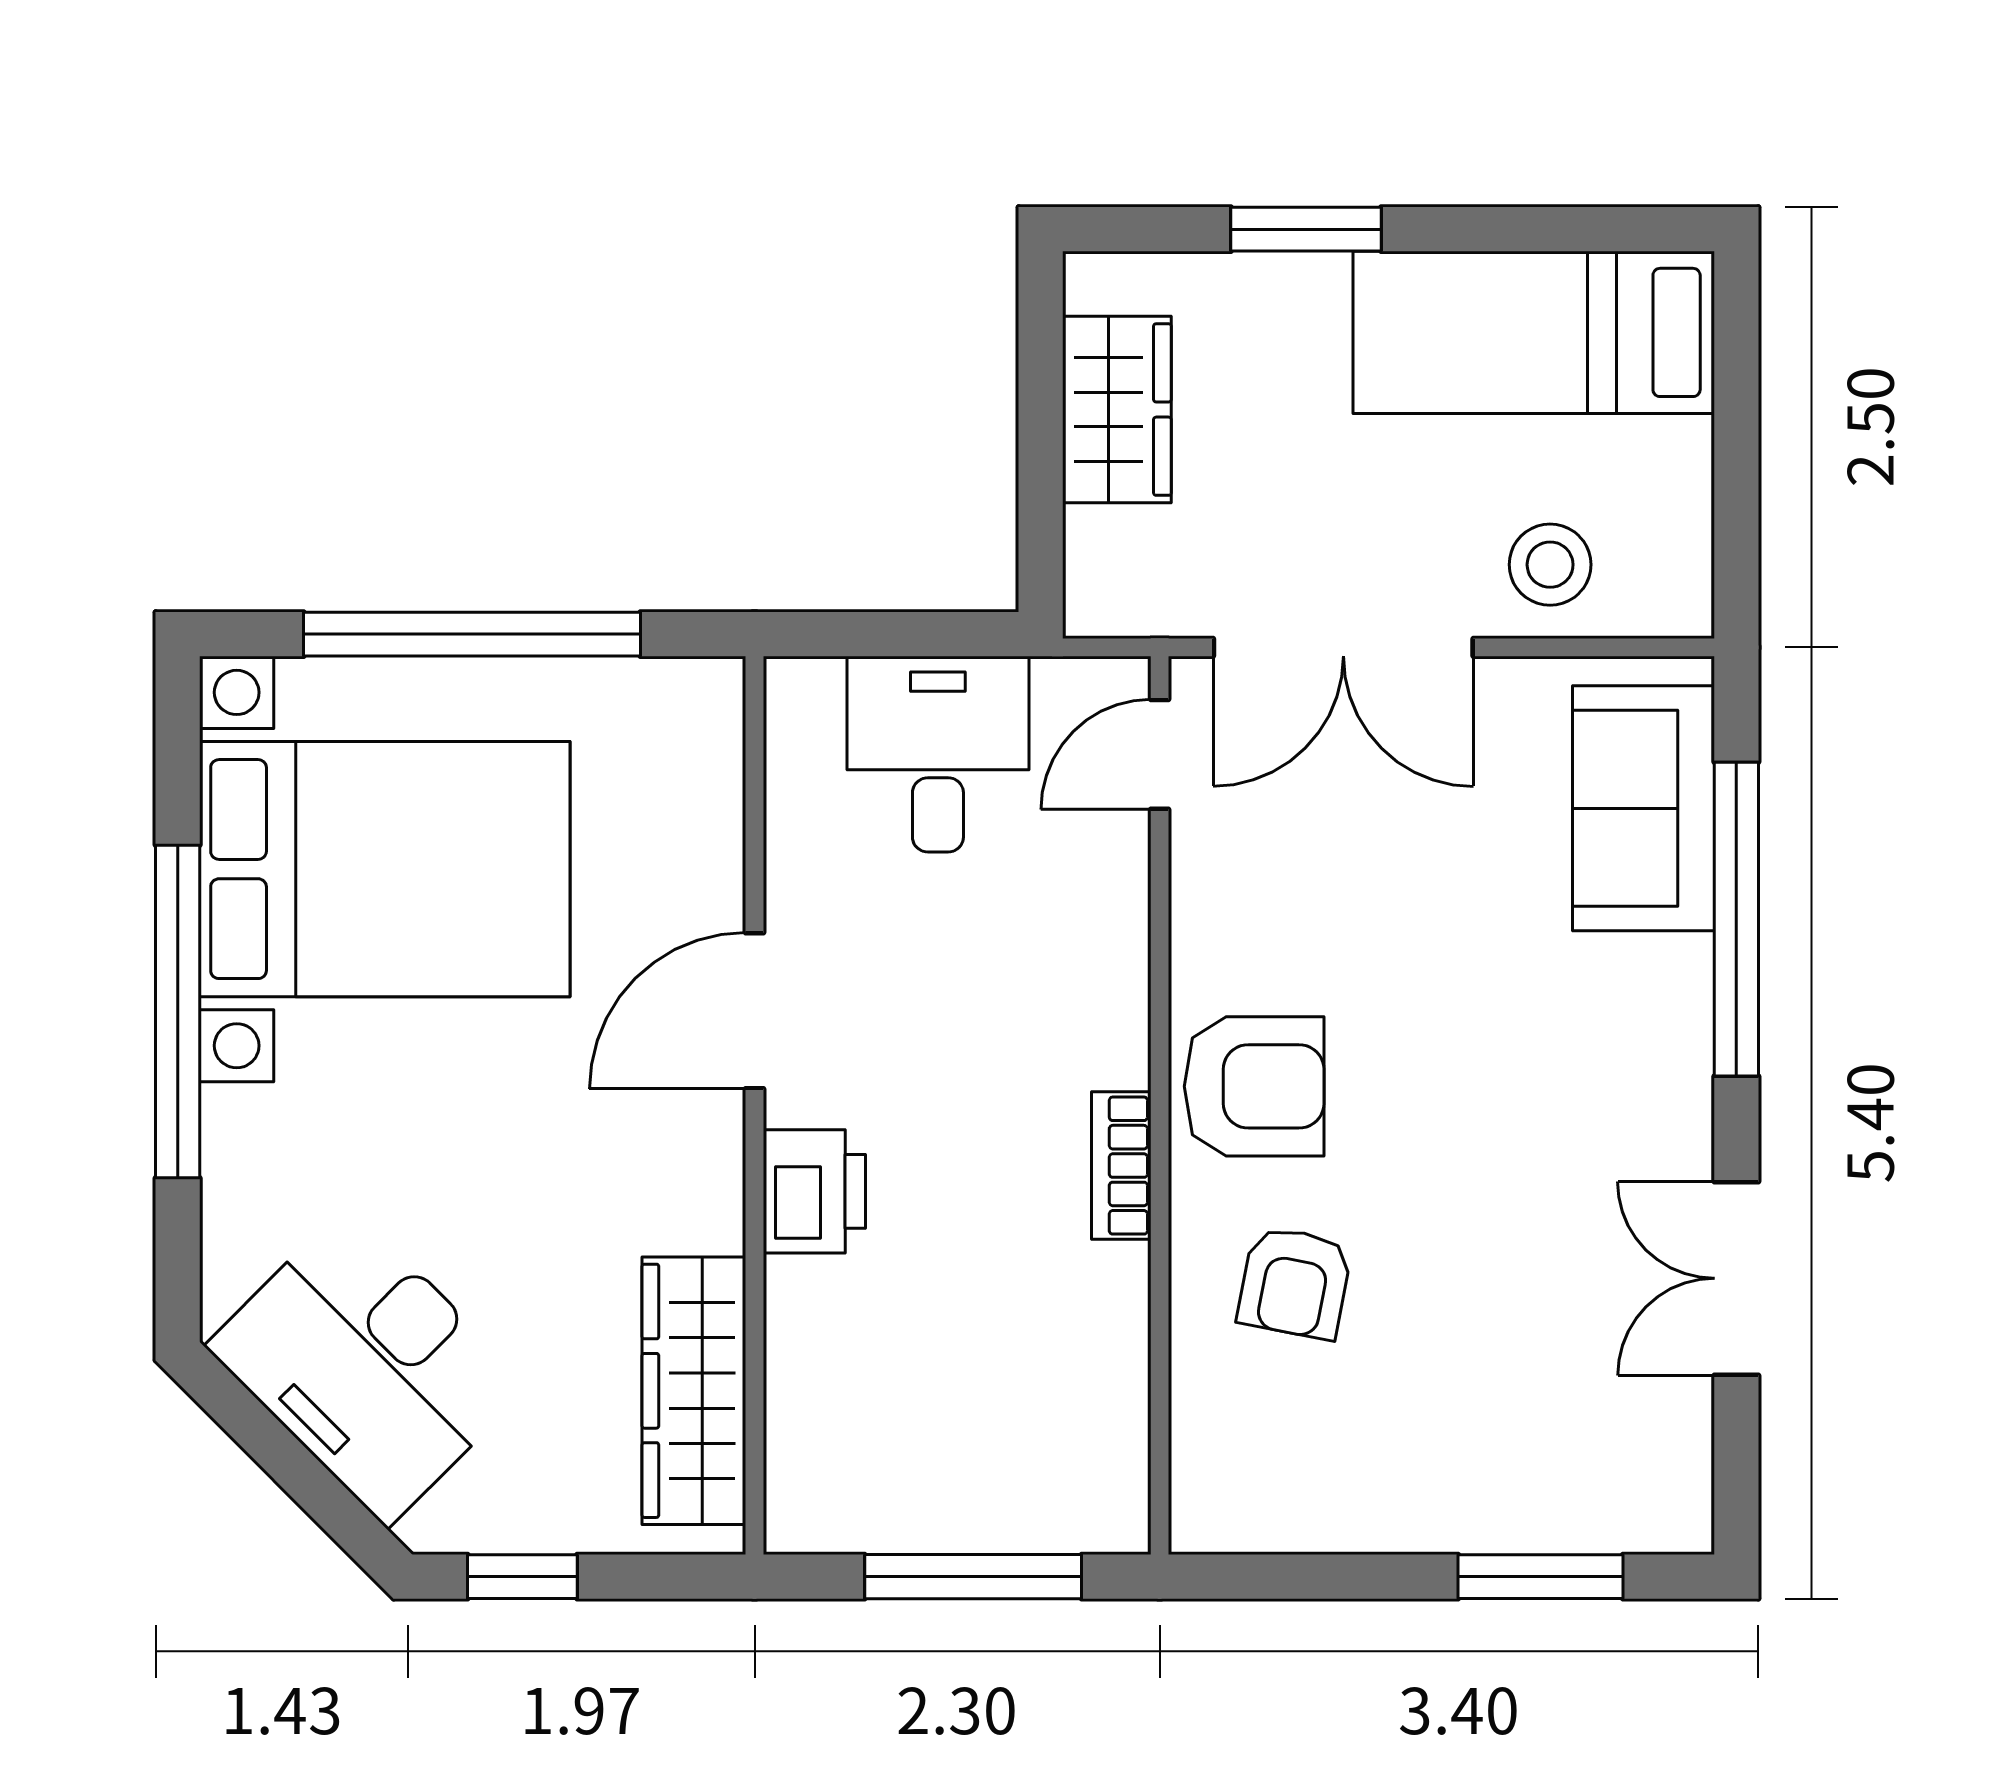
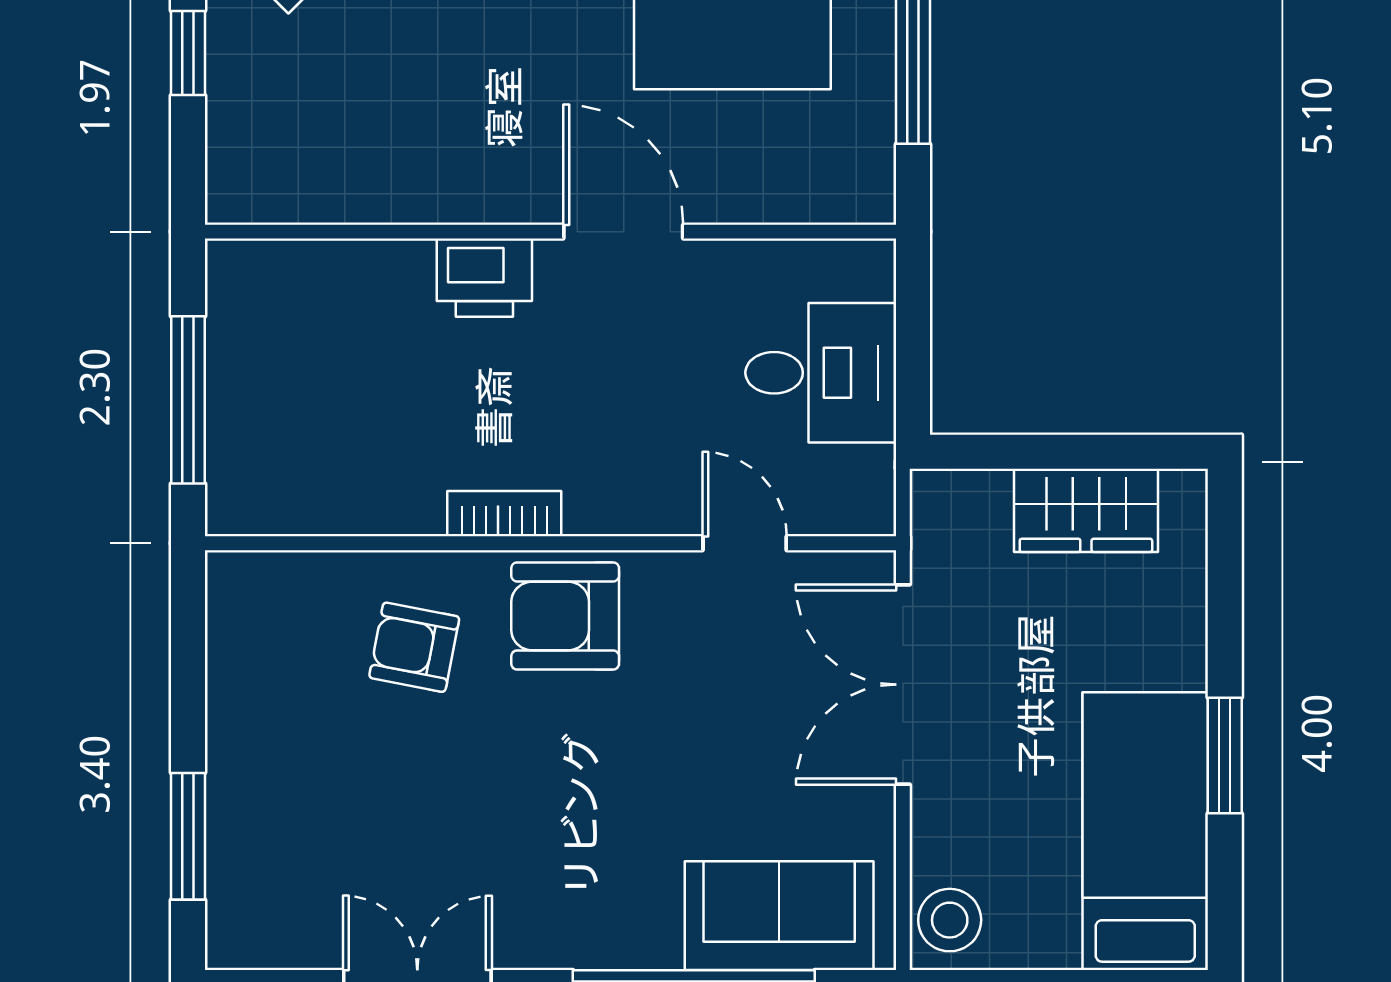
window: (1306, 229) -> (1225, 755), moved
stool: (1550, 565) -> (950, 920), moved
door: (1160, 754) -> (745, 543), moved
armchair: (1254, 1086) -> (565, 616), turned 90
wardrobe: (694, 1391) -> (331, 185), removed

